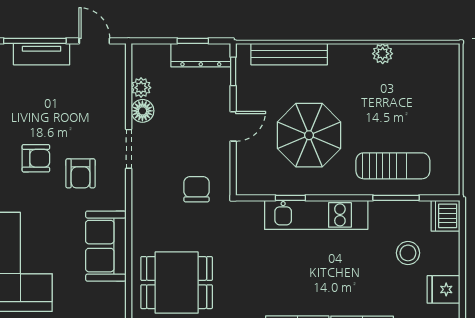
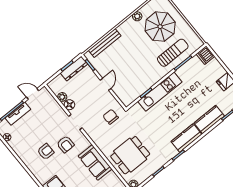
parasol: (309, 135) -> (160, 27), moved
stool: (408, 253) -> (203, 79), removed

